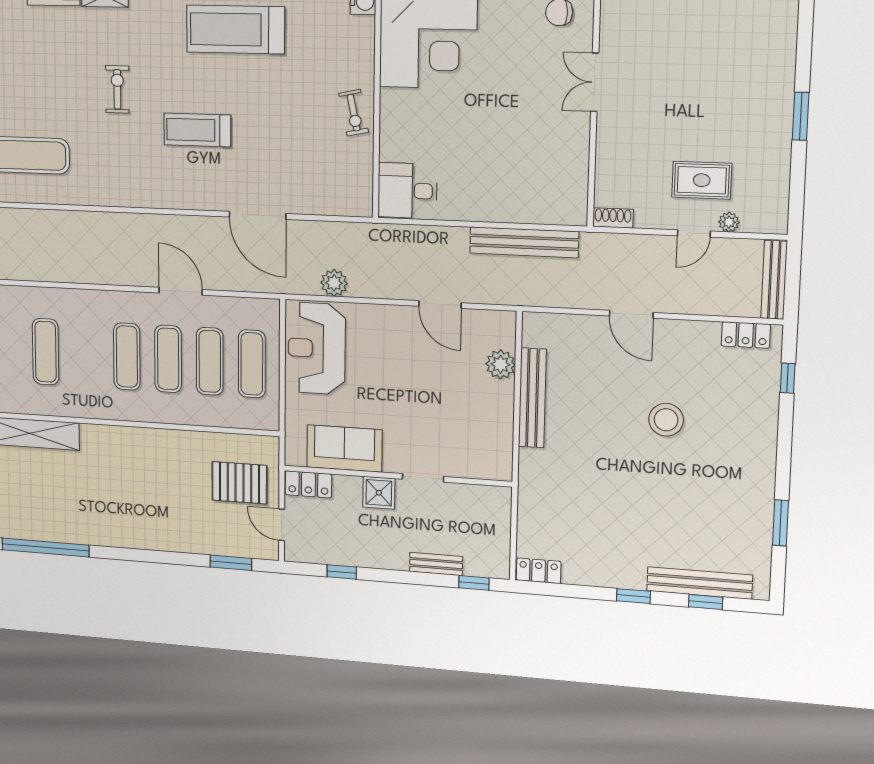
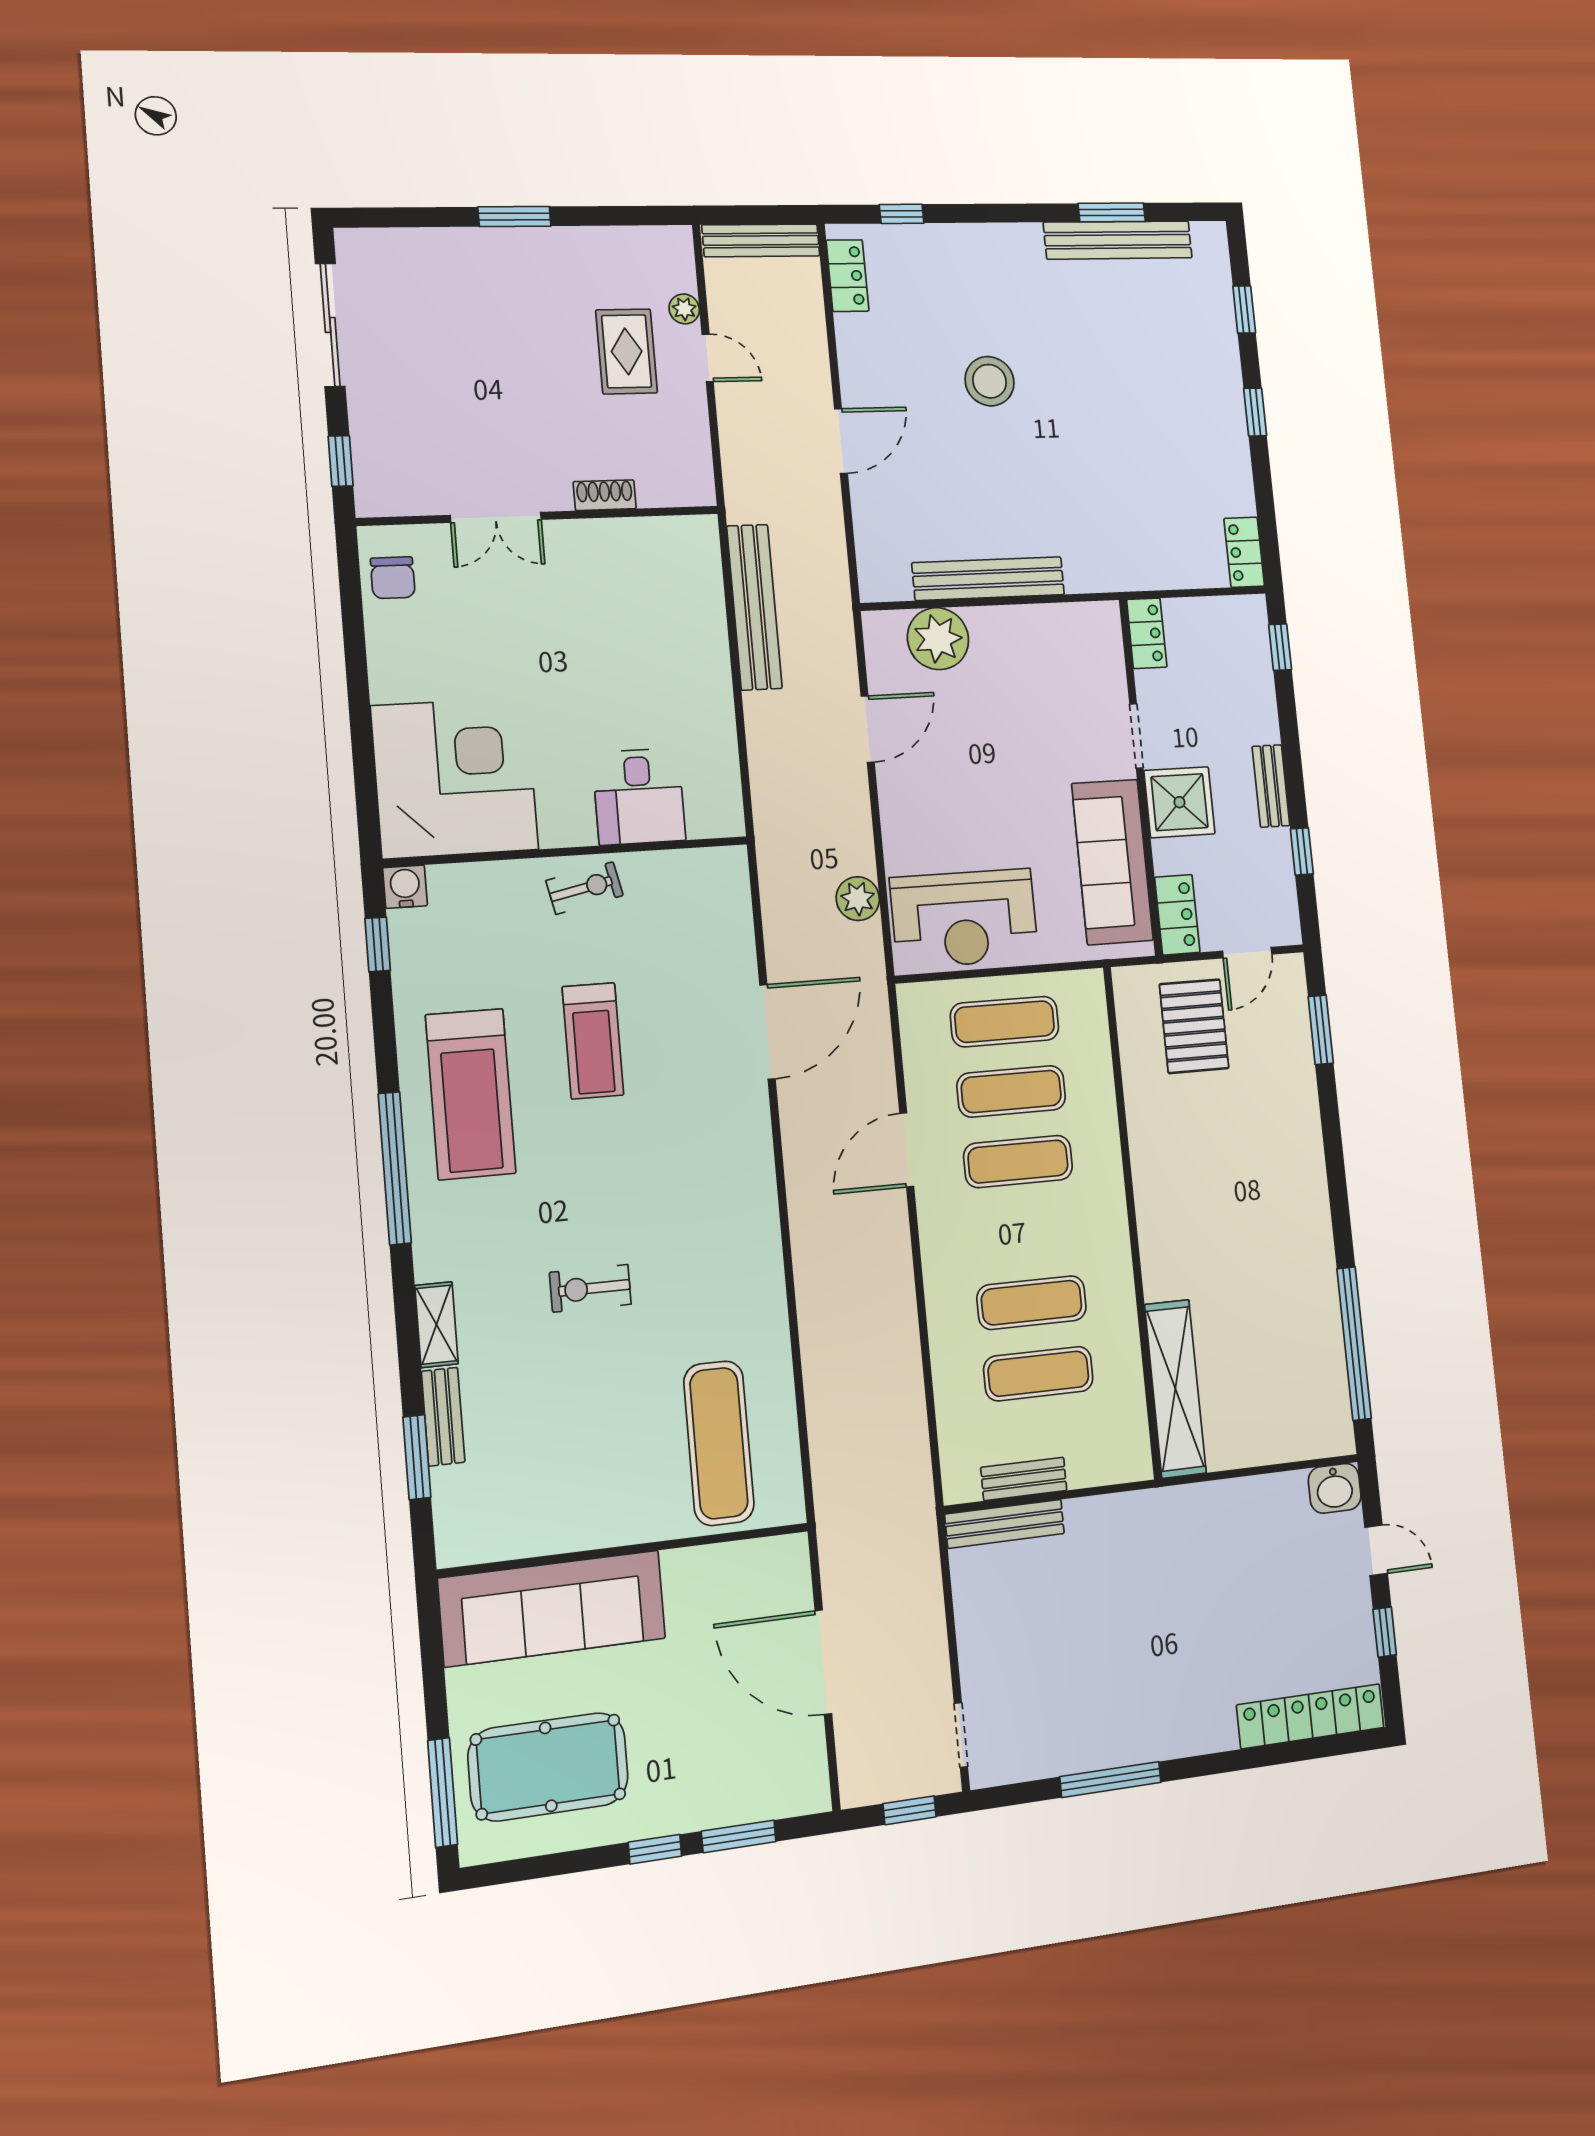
treadmill: (197, 130) -> (593, 1041), moved
desk: (407, 191) -> (639, 796), moved
shoe rack: (613, 218) -> (605, 495), moved, turned 90
exercise mat: (127, 356) -> (1032, 1303), moved
plant: (501, 364) -> (938, 639), width x1.36, depth x1.36
sofa: (344, 448) -> (1112, 862), width x1.36
shower: (379, 493) -> (1179, 802), width x1.36, depth x1.36
locker: (489, 496) -> (1147, 633), added
bench: (436, 564) -> (1271, 786), moved
bench: (699, 583) -> (1118, 240), moved, turned 90

